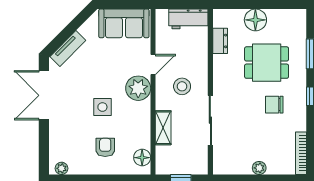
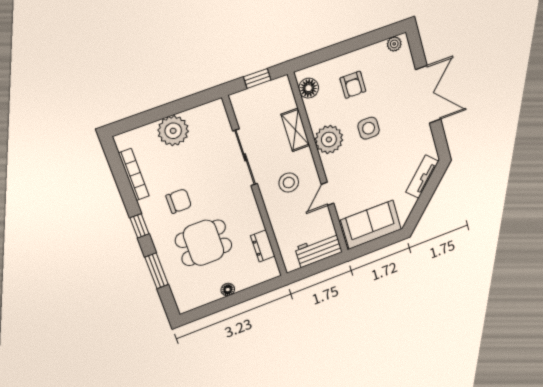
workbench: (188, 19) -> (319, 250), moved
floor lamp: (255, 20) -> (228, 290), width x0.53, depth x0.53
plant: (138, 88) -> (329, 139), moved
double door: (44, 95) -> (428, 94), moved
bookcase: (301, 153) -> (134, 175), moved
plant: (259, 168) -> (173, 131), width x1.87, depth x1.87

